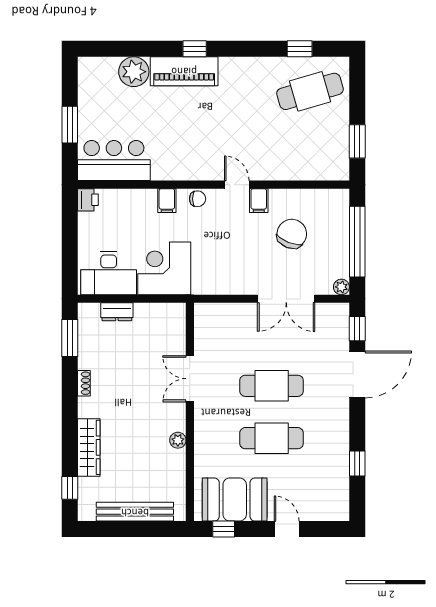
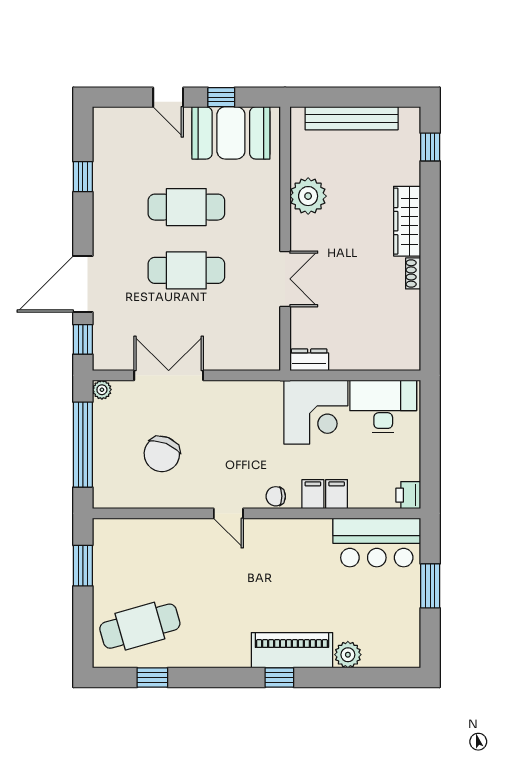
plant: (134, 72) -> (348, 655), width x0.73, depth x0.73
filing cabinet: (259, 201) -> (337, 494), moved
dresser: (117, 312) -> (309, 360), moved
window: (70, 338) -> (430, 328), removed
plant: (178, 440) -> (308, 196), width x1.88, depth x1.88
wardrobe: (89, 447) -> (407, 221), moved
window: (224, 529) -> (221, 97), moved

